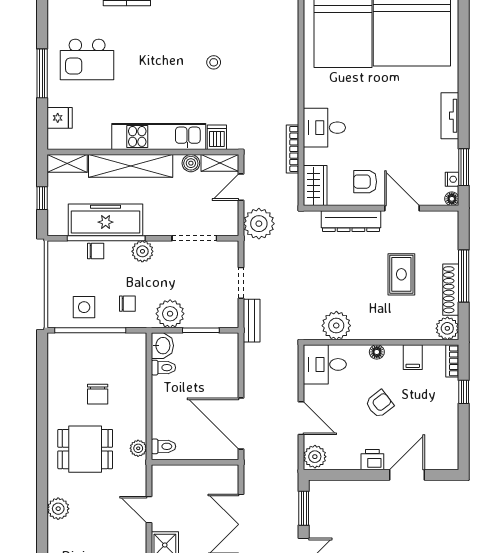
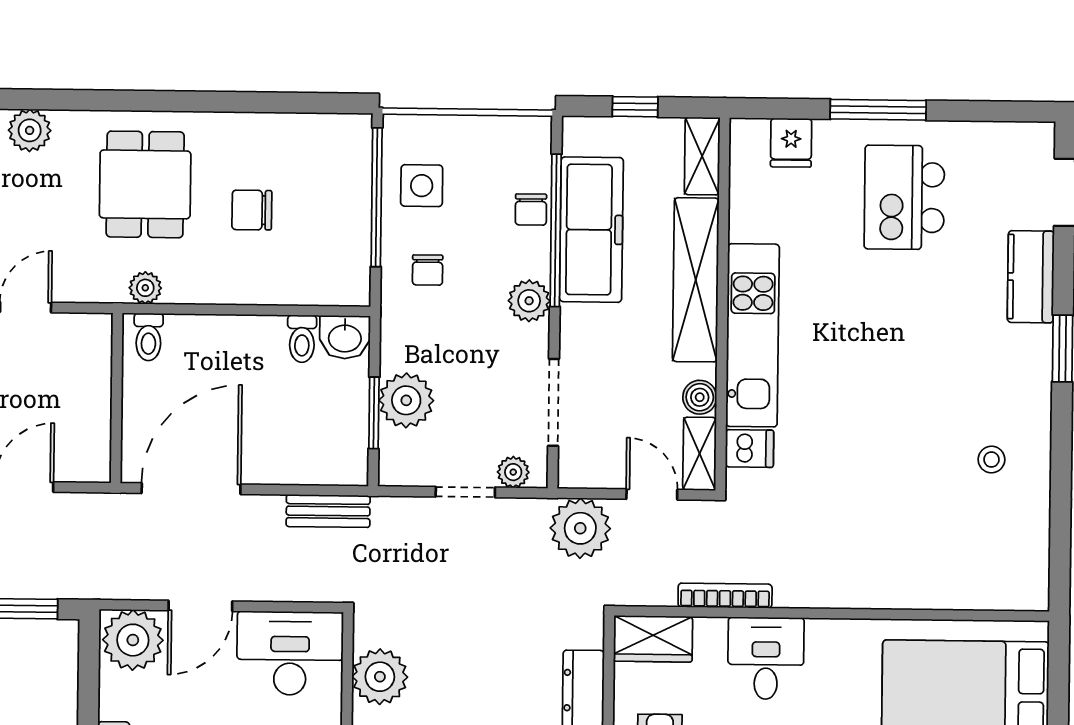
stool: (214, 62) -> (991, 460), moved
plant: (230, 258) -> (513, 472), added
plant: (170, 314) -> (406, 400), moved
bench: (252, 321) -> (328, 511), moved
desk: (325, 364) -> (290, 653), width x1.37
plant: (315, 457) -> (133, 640), width x1.36, depth x1.36

